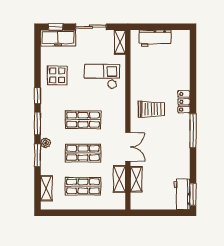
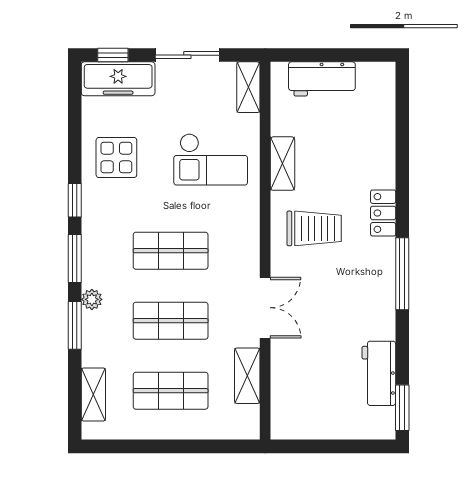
checkout: (102, 76) -> (211, 159), turned 180
shelving: (136, 179) -> (282, 164), moved
workbench: (182, 194) -> (379, 373), moved

